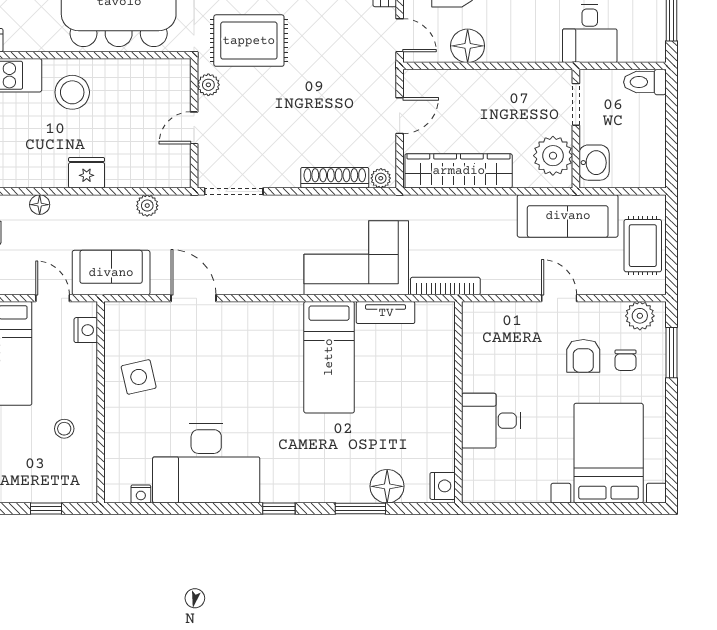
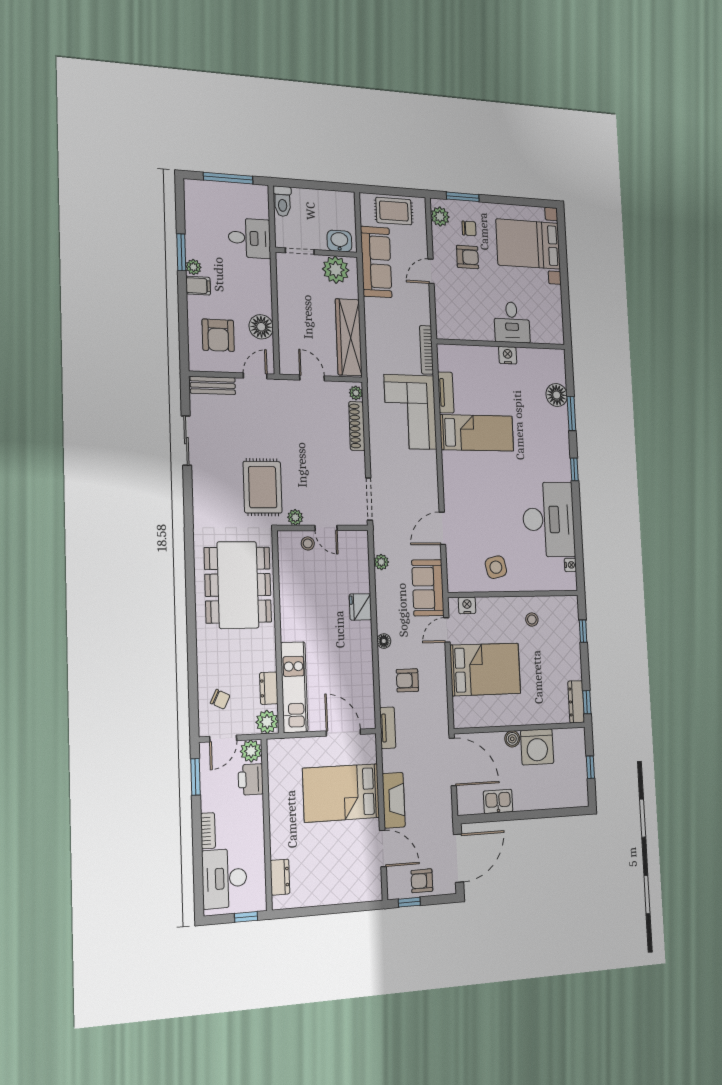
stool: (72, 92) -> (308, 543), moved, width x0.53, depth x0.53
nightstand: (443, 486) -> (508, 355), moved

